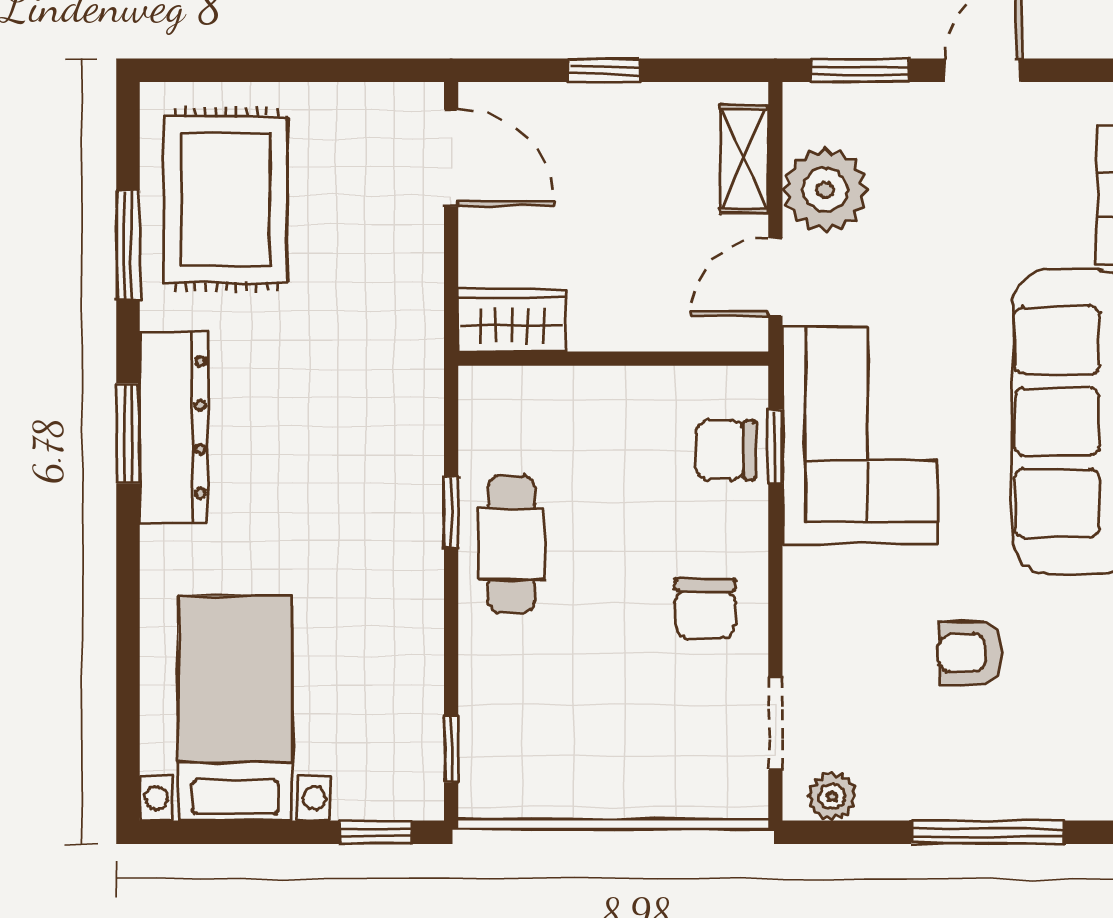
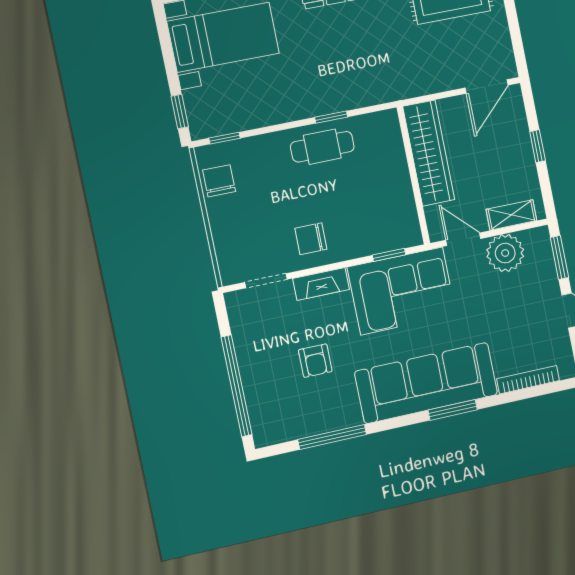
wardrobe: (512, 320) -> (429, 153), width x2.10, depth x1.17
chair: (725, 450) -> (219, 181), moved
fireplace: (807, 607) -> (321, 284), added
armchair: (971, 653) -> (315, 361), turned 180
plant: (832, 796) -> (238, 313), removed
window: (988, 832) -> (237, 386), width x1.46

